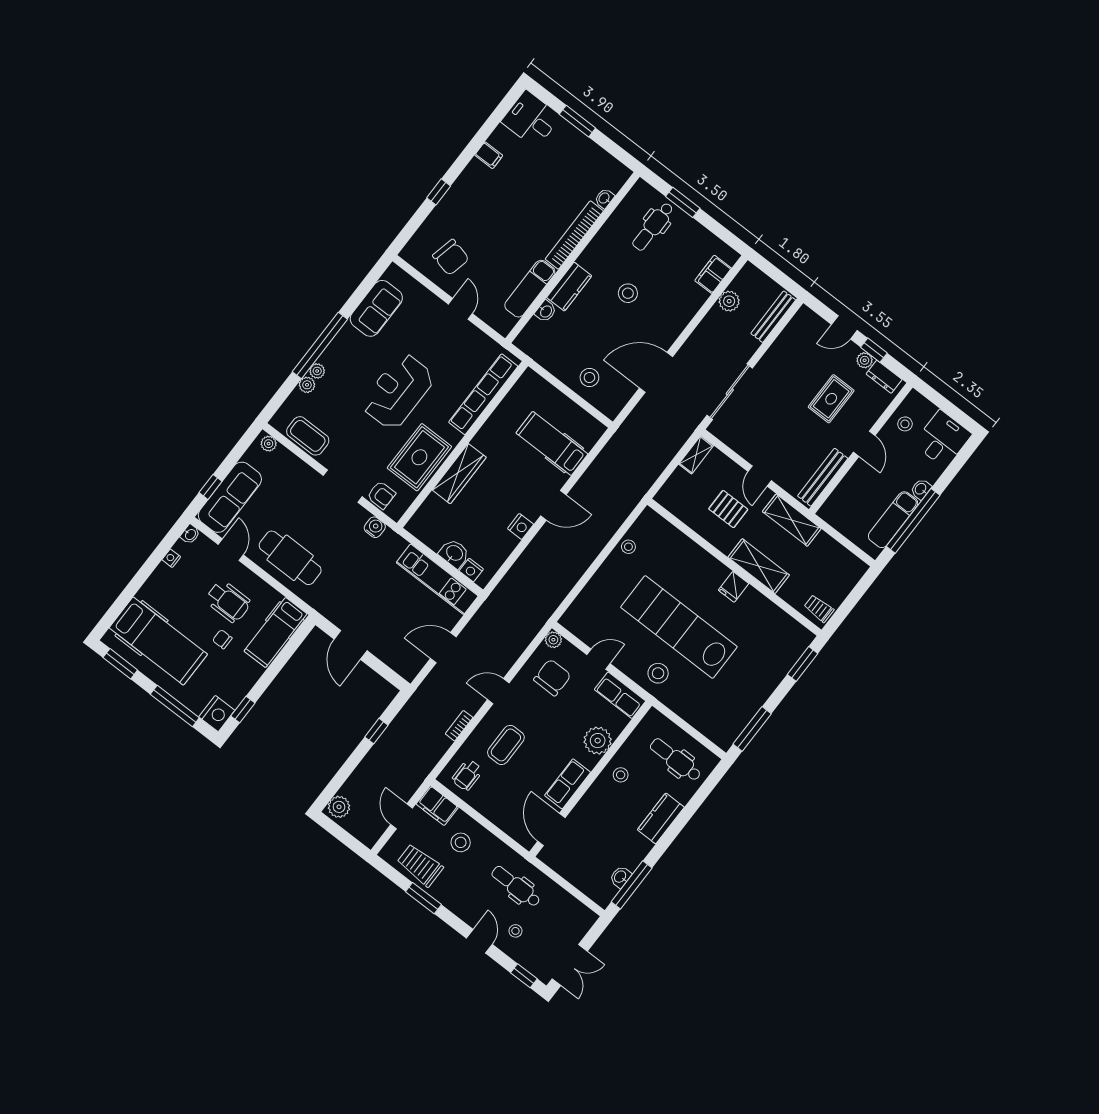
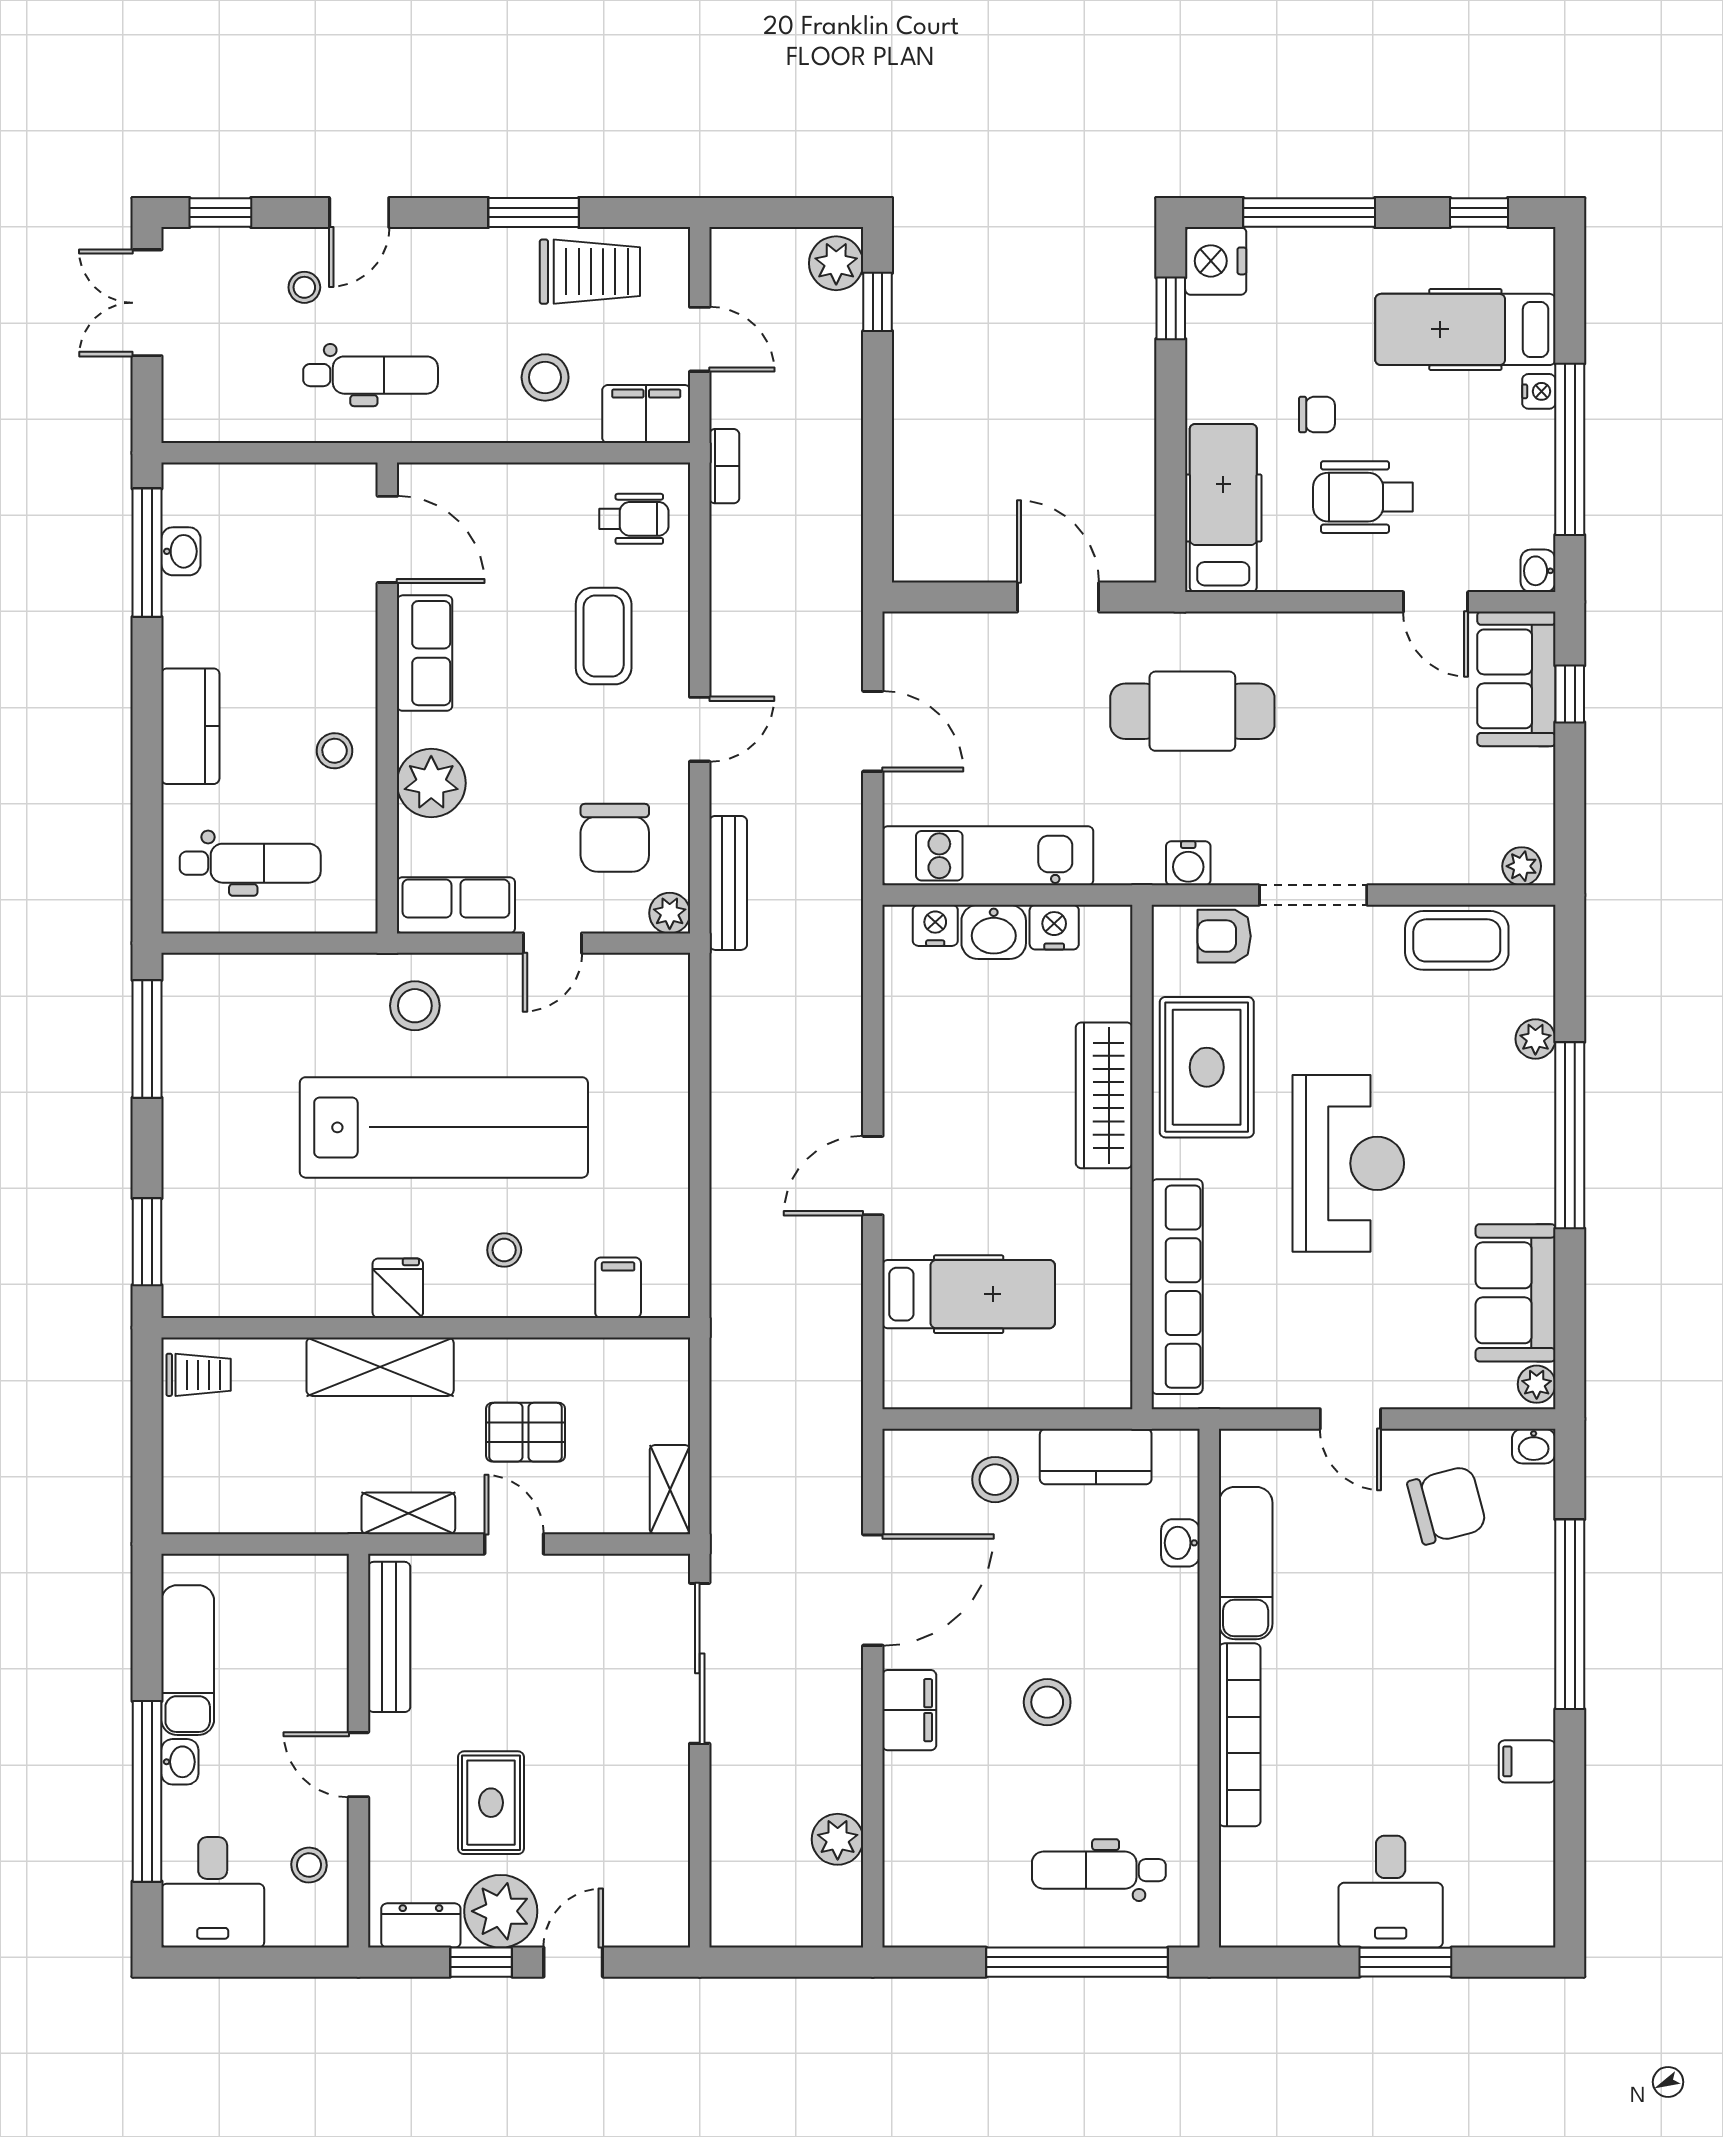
desk: (531, 119) -> (1391, 1892), moved, turned 90
window: (439, 192) -> (1570, 1614), width x3.17
washbasin: (604, 198) -> (1534, 1446), moved, turned 90
window: (683, 202) -> (1077, 1962), width x2.11
dental chair: (653, 227) -> (1099, 1870), turned -90
chair: (451, 257) -> (1447, 1505), turned 152
filing cabinet: (713, 274) -> (909, 1710), moved
kitchen counter: (569, 287) -> (1096, 1456), moved, turned -90
bench: (773, 317) -> (728, 883), moved
plant: (865, 360) -> (501, 1911), width x1.87, depth x1.87
plant: (317, 371) -> (1537, 1384), moved
sofa: (230, 497) -> (1516, 679), width x0.73
shelving: (792, 520) -> (408, 1513), width x0.67, depth x0.75
window: (913, 521) -> (147, 1791), moved
nightstand: (521, 526) -> (1054, 927), moved, turned 90
filing cabinet: (663, 532) -> (618, 1288), added
stool: (628, 547) -> (504, 1250), moved
nightstand: (171, 558) -> (1539, 391), moved
cafe table: (290, 558) -> (1192, 711), moved
window: (150, 565) -> (1570, 449), added
hospital bed: (158, 641) -> (1465, 329), width x0.73, depth x0.78
door: (443, 648) -> (873, 731), hinge flipped
window: (120, 664) -> (1479, 213), width x0.67
bookcase: (459, 726) -> (724, 466), moved
window: (376, 731) -> (878, 302), moved
wheelchair: (467, 775) -> (634, 519), turned 90
door: (479, 941) -> (359, 213), hinge flipped

